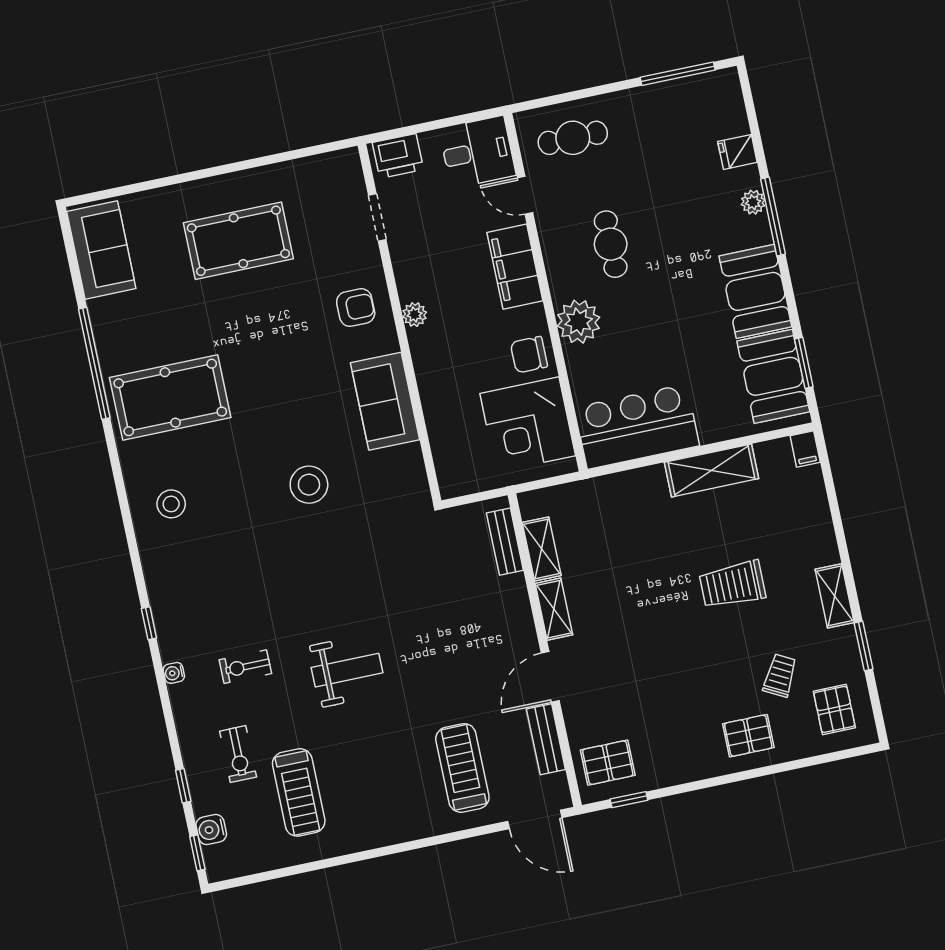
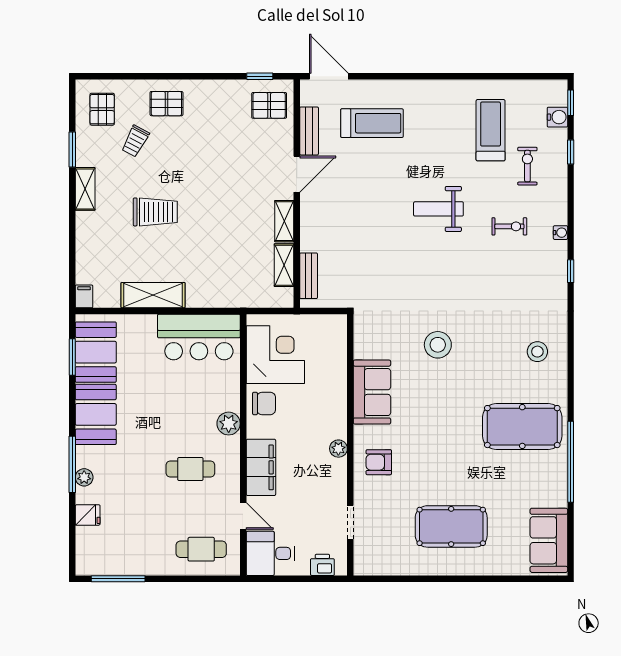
printer: (398, 156) -> (322, 565), width x0.73, depth x0.81
cafe table: (611, 244) -> (190, 469), turned 90
plant: (579, 322) -> (229, 424), width x0.73, depth x0.73
treadmill: (462, 768) -> (372, 123), turned -90

